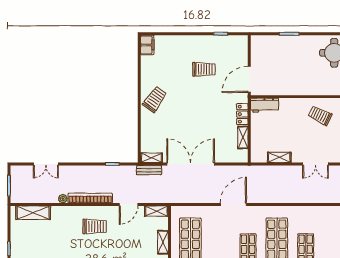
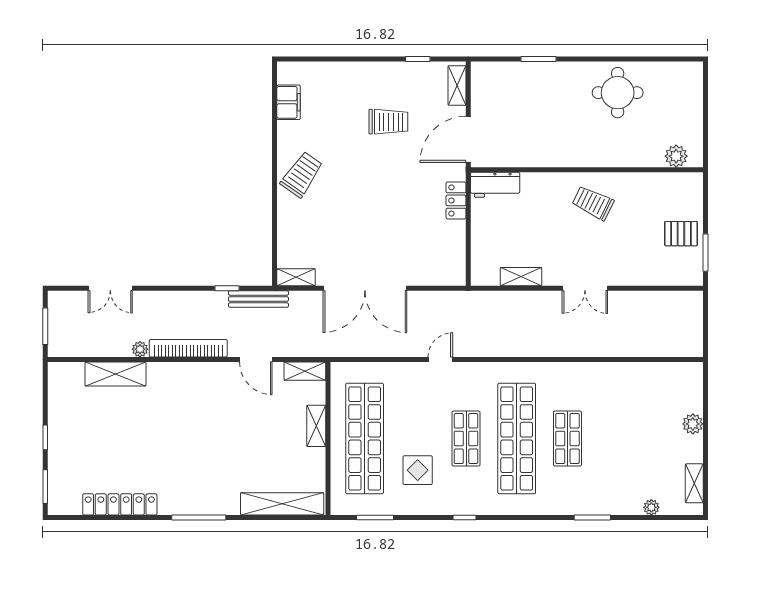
filing cabinet: (147, 45) -> (289, 102), moved
shelving: (243, 137) -> (457, 85), moved
double door: (191, 164) -> (365, 288), swing flipped
bench: (149, 170) -> (258, 299), moved, width x1.36
door: (129, 204) -> (256, 359), hinge flipped
door: (233, 204) -> (440, 359), width x0.53
shelving: (33, 213) -> (115, 374), moved
trolley: (95, 227) -> (196, 398), removed

